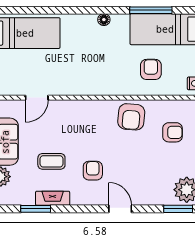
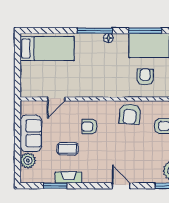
window: (86, 10) -> (95, 31), added
armchair: (93, 171) -> (89, 127), moved, turned -90

